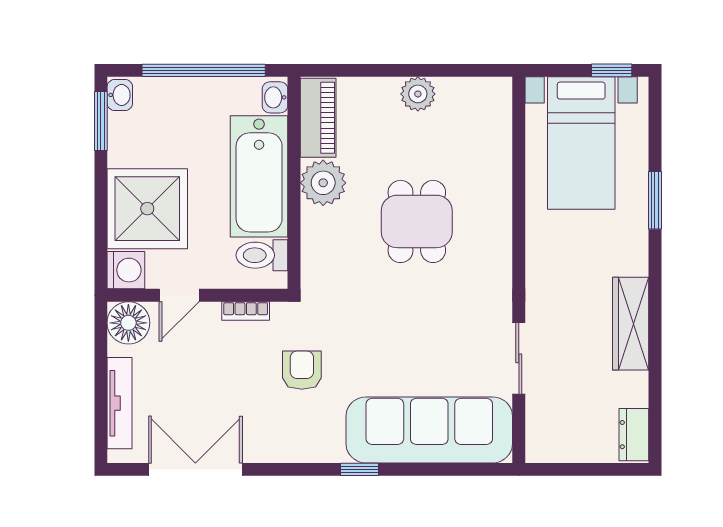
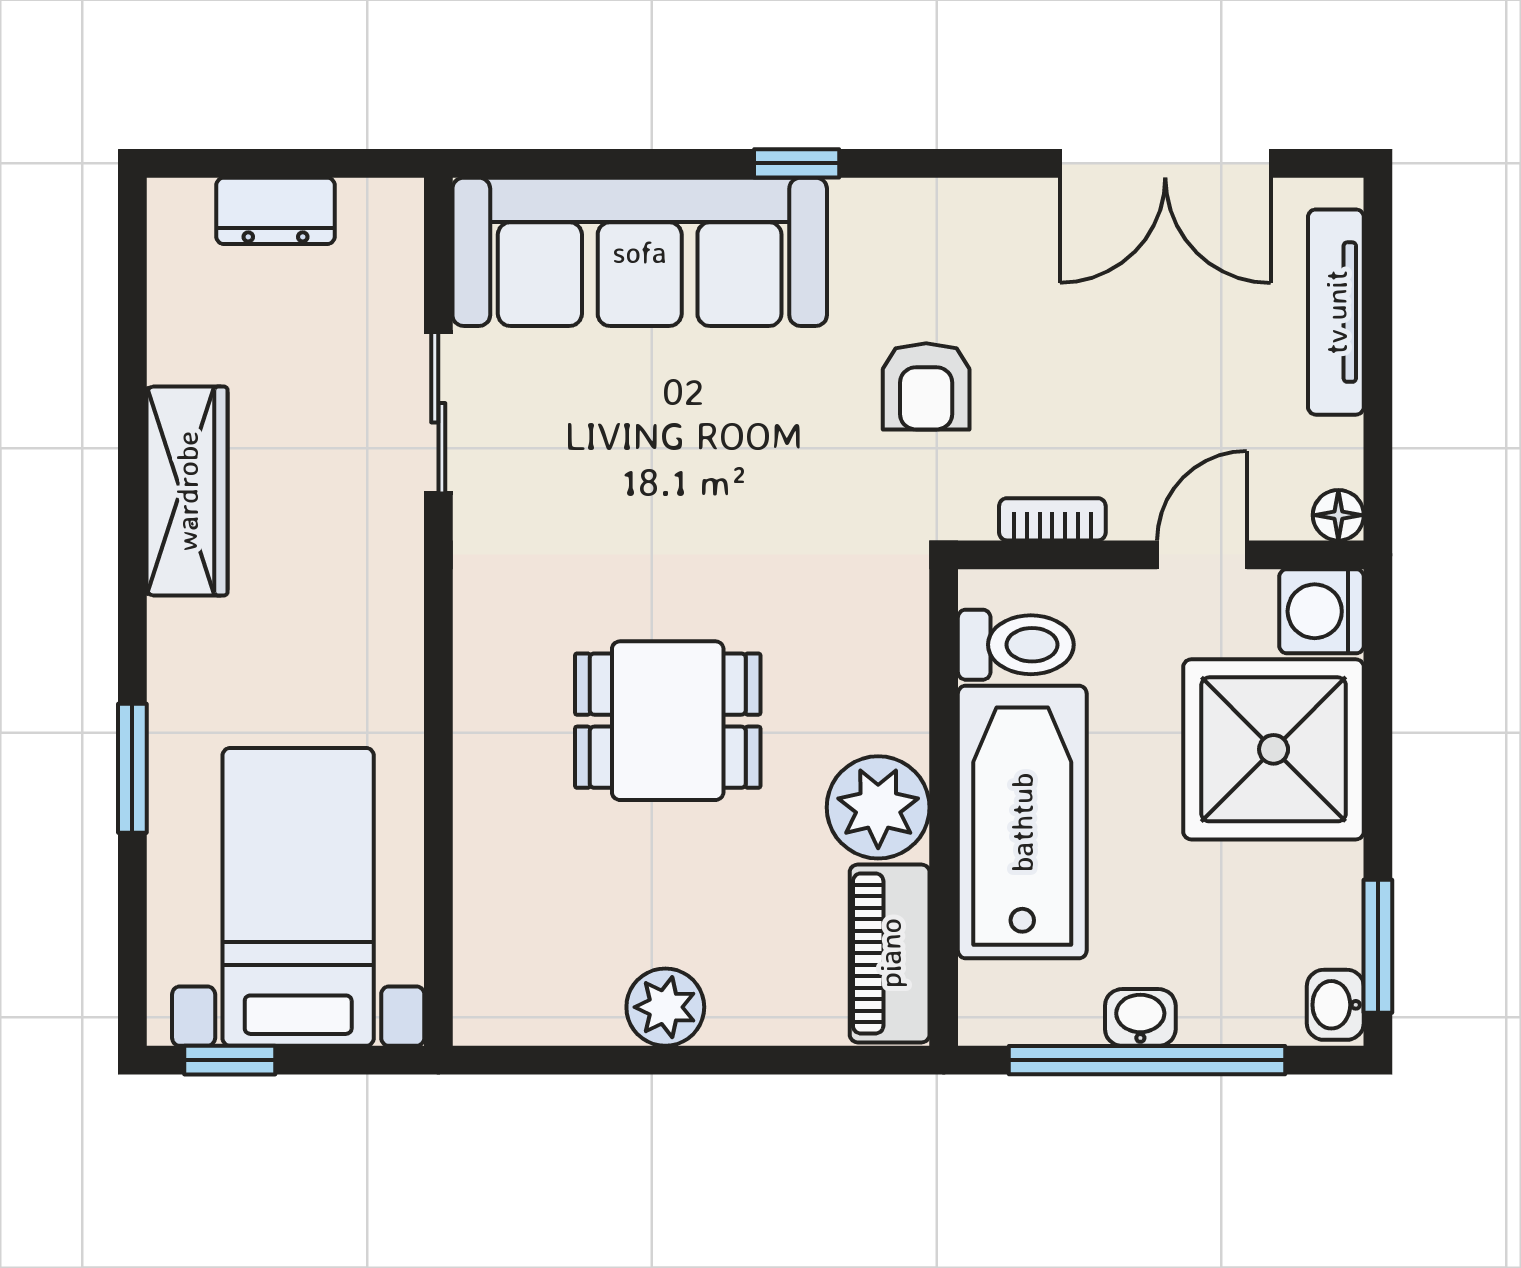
washbasin: (275, 97) -> (1140, 1017), moved, turned -90
dining table: (417, 221) -> (668, 721), turned 90
floor lamp: (128, 323) -> (1338, 515), width x0.53, depth x0.53
dresser: (634, 435) -> (276, 211), moved, turned 90

